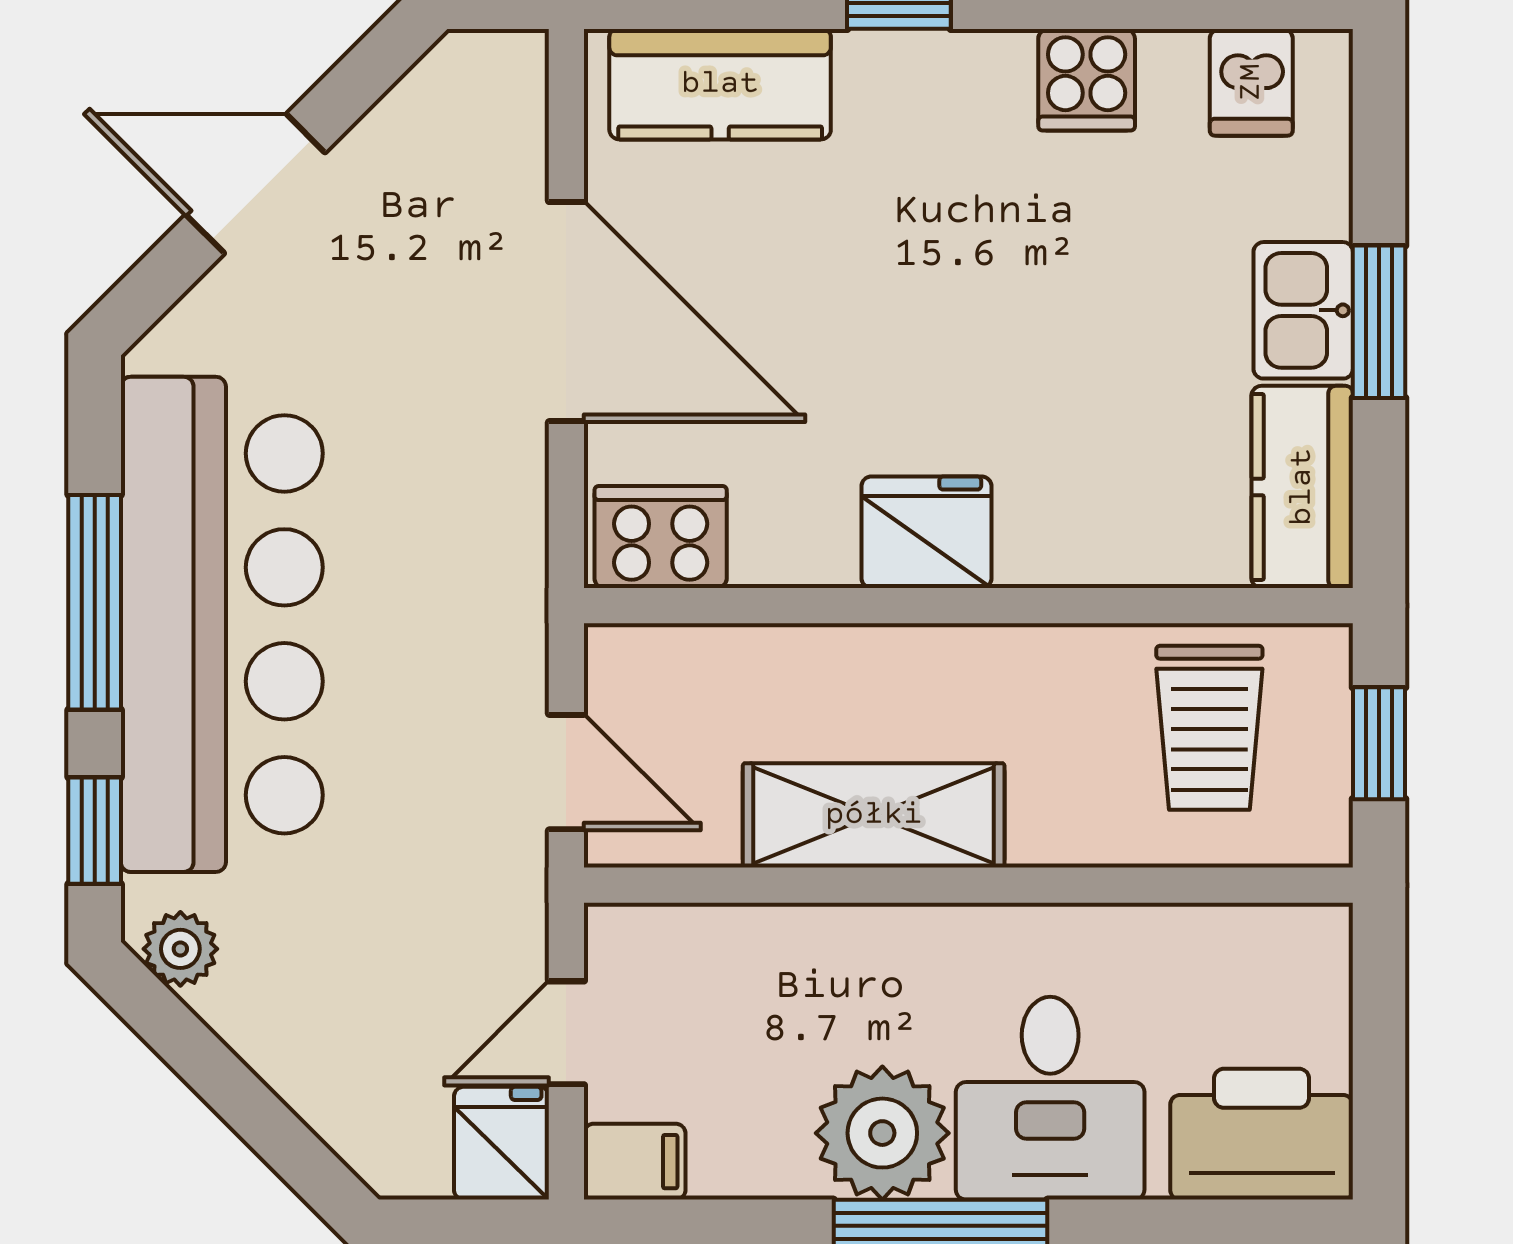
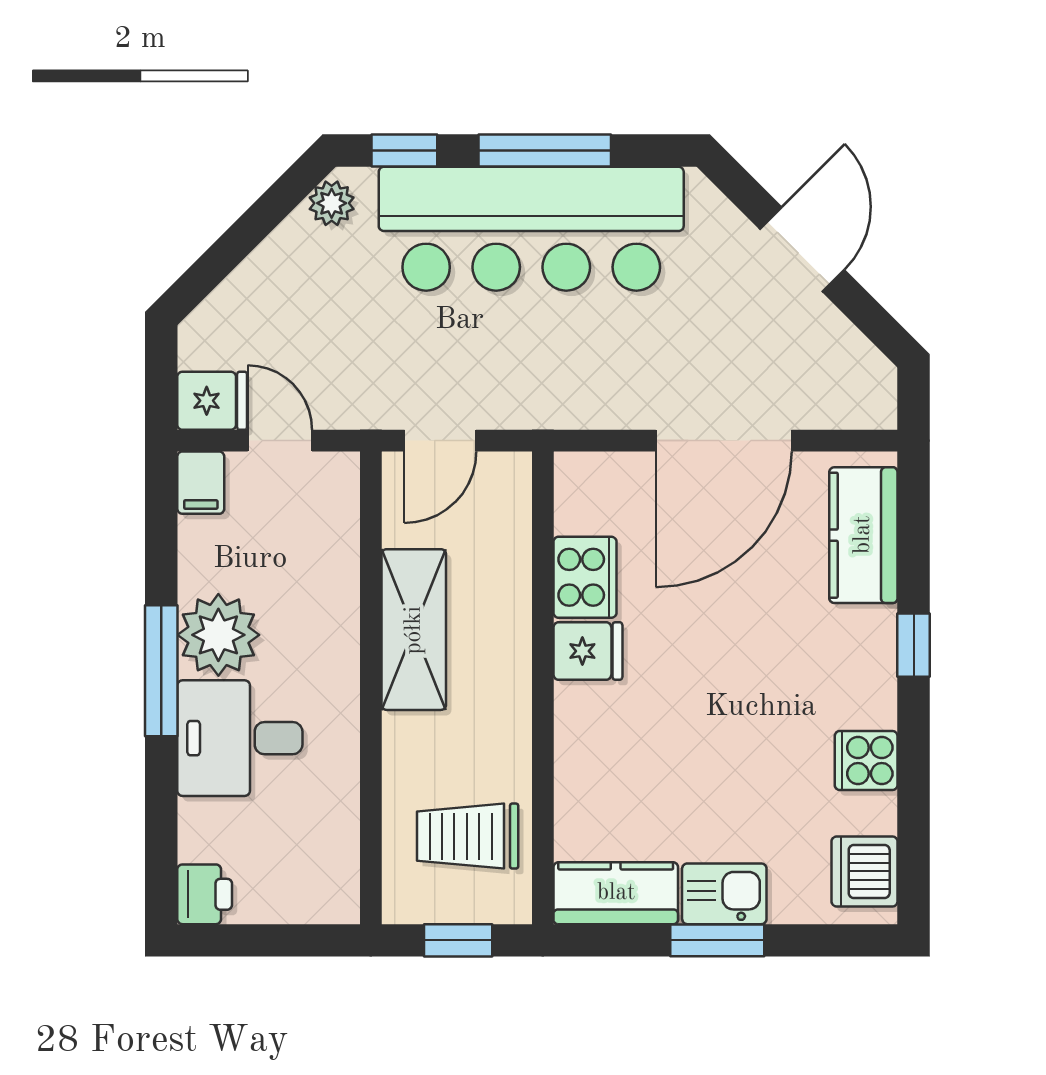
dishwasher: (1251, 82) -> (865, 871), width x1.38
fridge: (926, 532) -> (588, 651), width x0.72
cooker: (661, 537) -> (585, 577), moved
printer: (1262, 1134) -> (205, 894), width x0.53, depth x0.68

